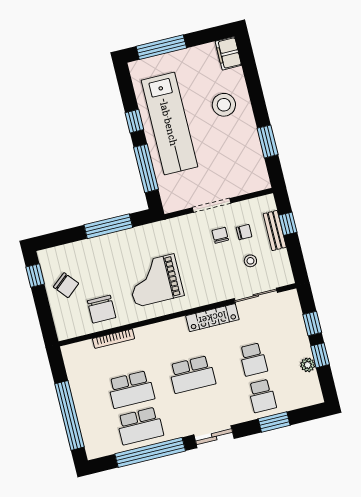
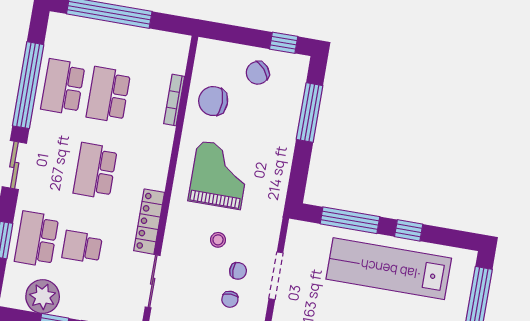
window: (108, 226) -> (310, 112), moved
stool: (250, 261) -> (218, 240), moved
plant: (308, 365) -> (43, 297), width x1.87, depth x1.87
school desk: (262, 396) -> (37, 239), width x1.85

